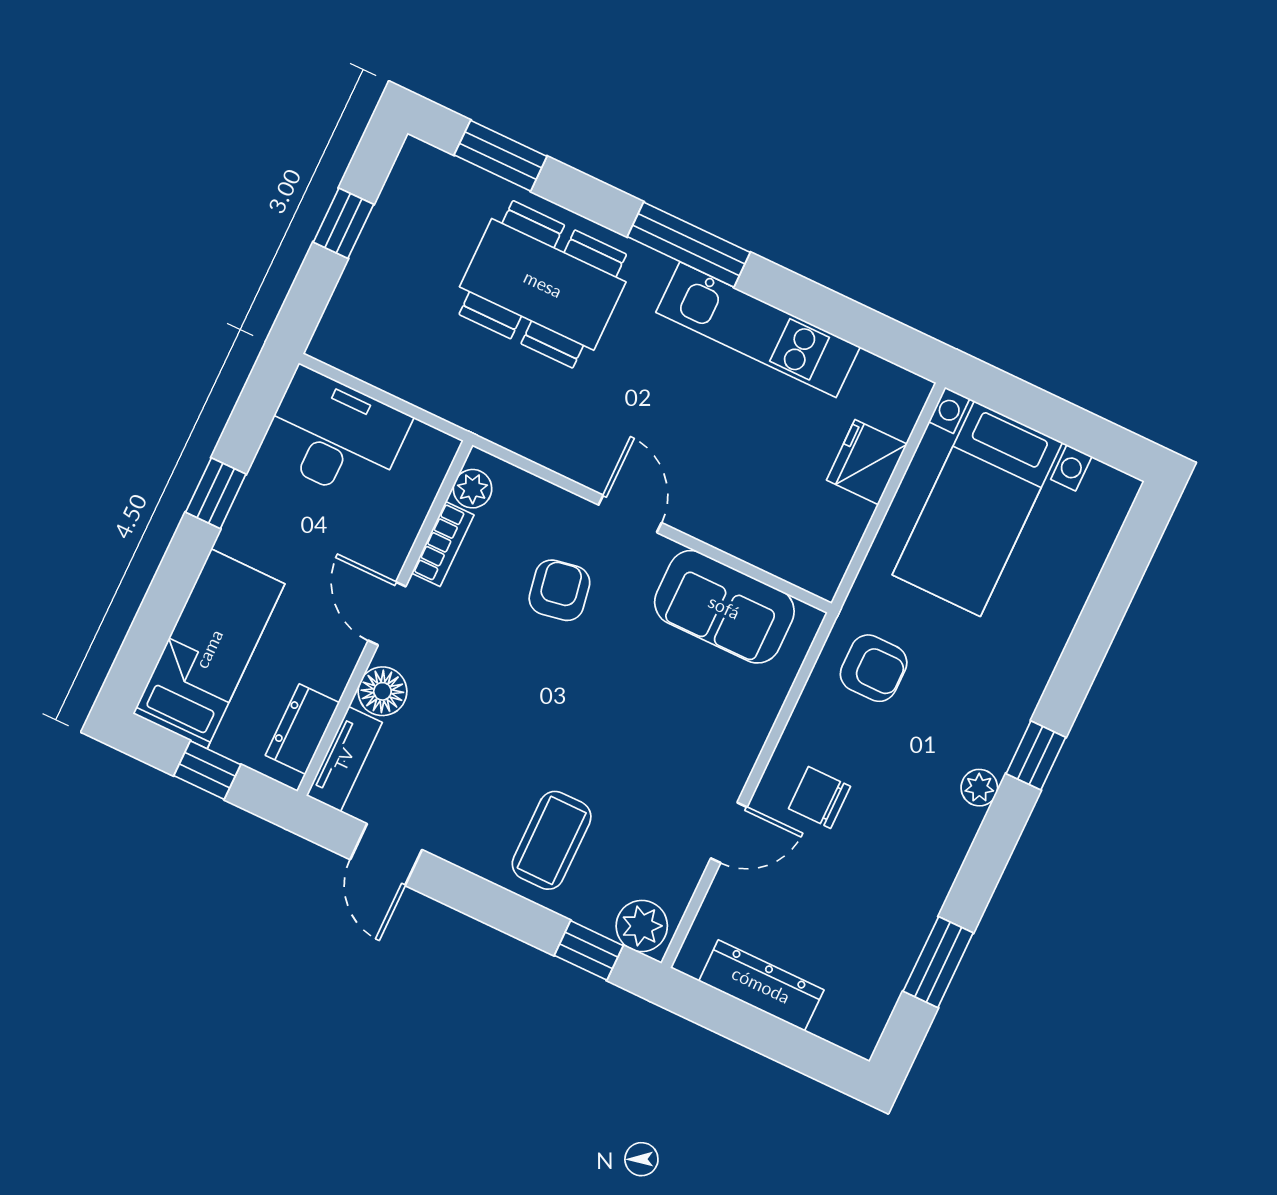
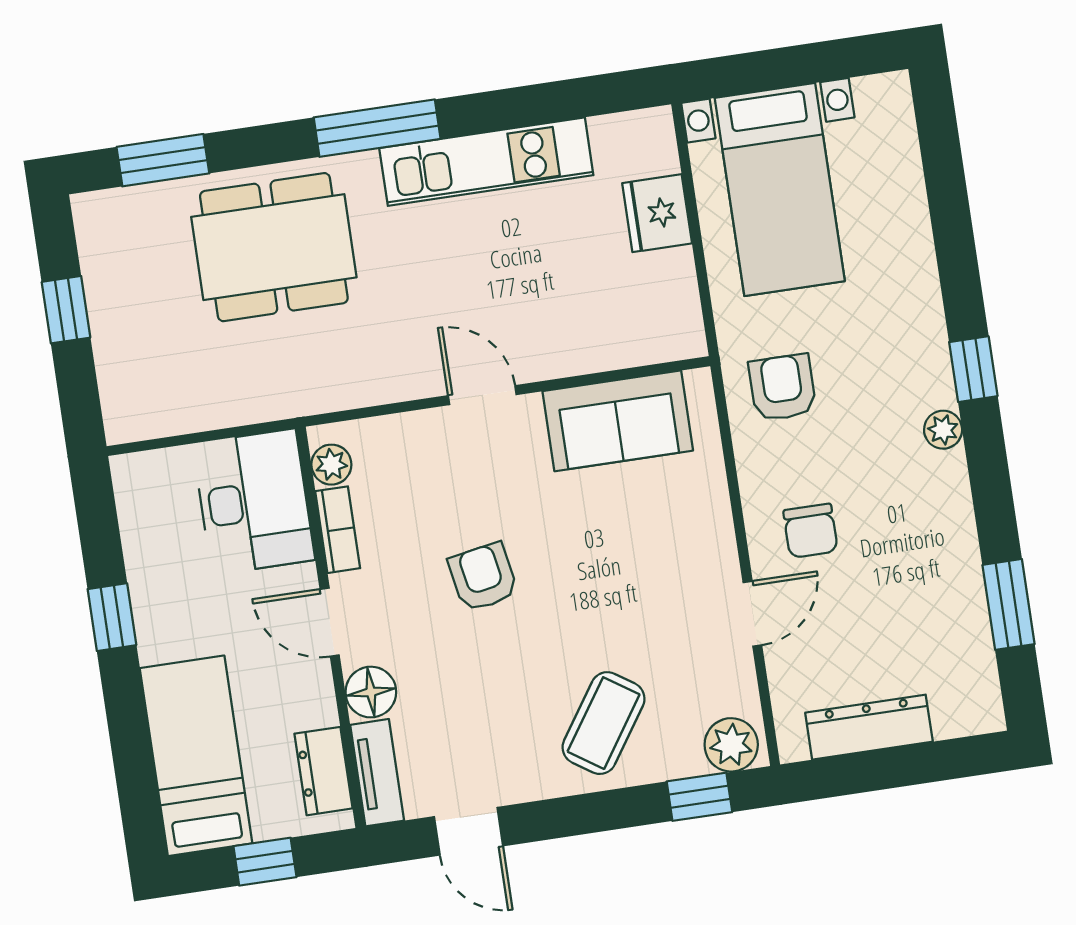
desk: (335, 435) -> (254, 502), moved, turned 90
armchair: (559, 590) -> (483, 577), moved
armchair: (874, 668) -> (782, 388), turned -90
chair: (819, 797) -> (810, 531), turned -90
coffee table: (552, 840) -> (604, 723), turned 34

